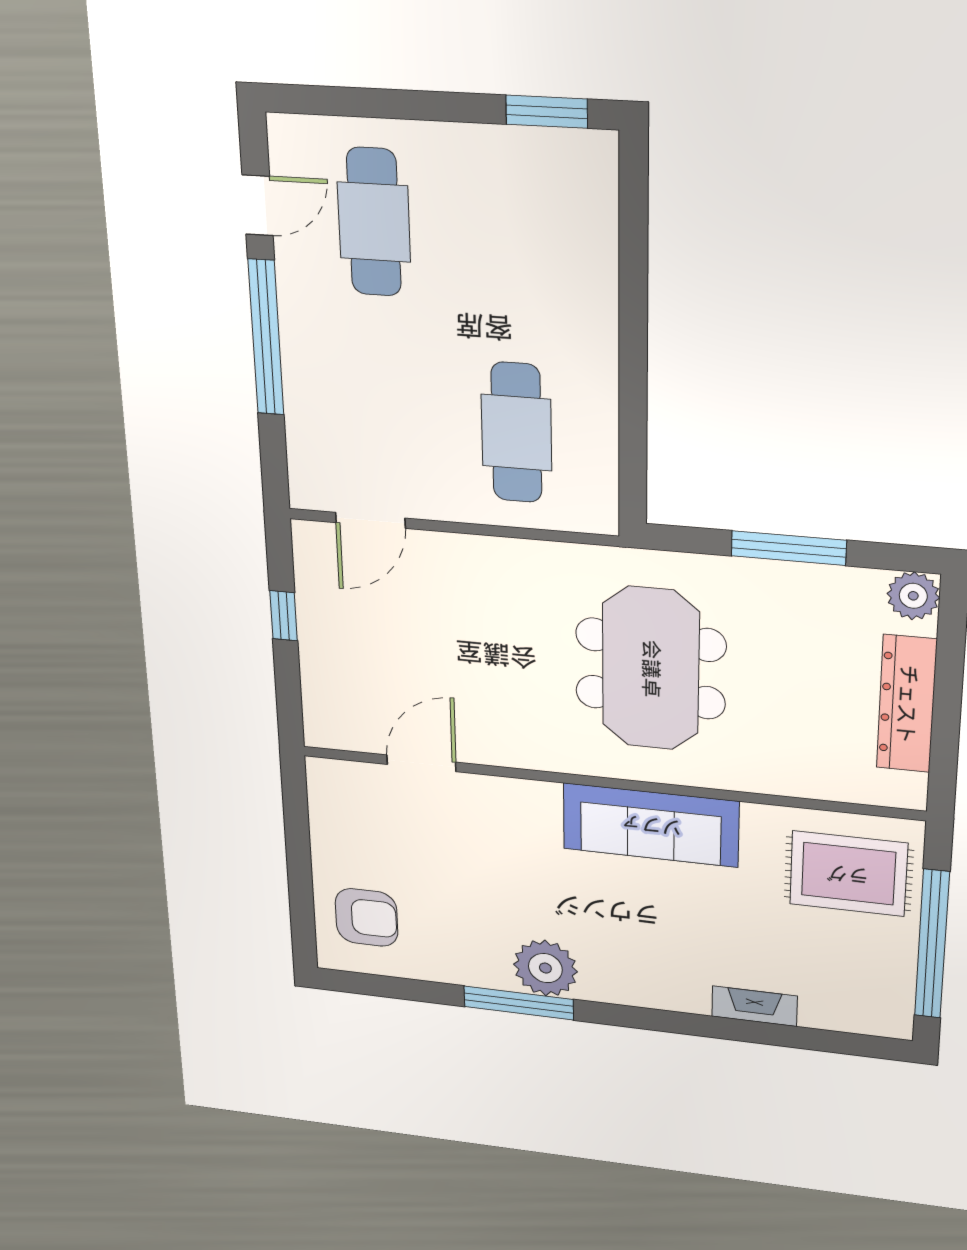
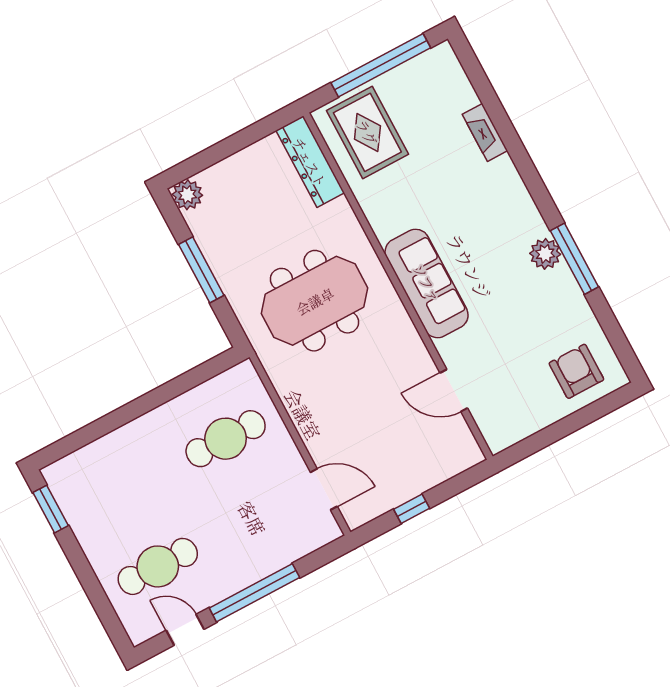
dresser: (907, 704) -> (310, 162), moved, turned 90
sofa: (651, 825) -> (427, 283), moved
plant: (545, 968) -> (545, 254), width x0.73, depth x0.73

